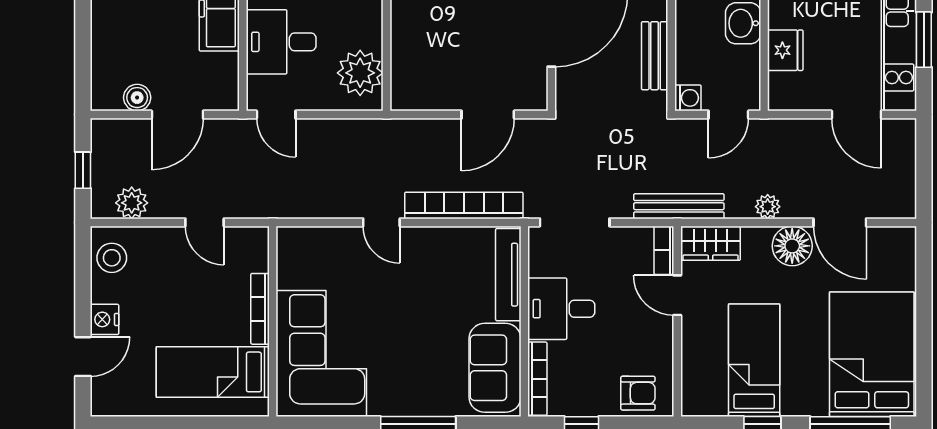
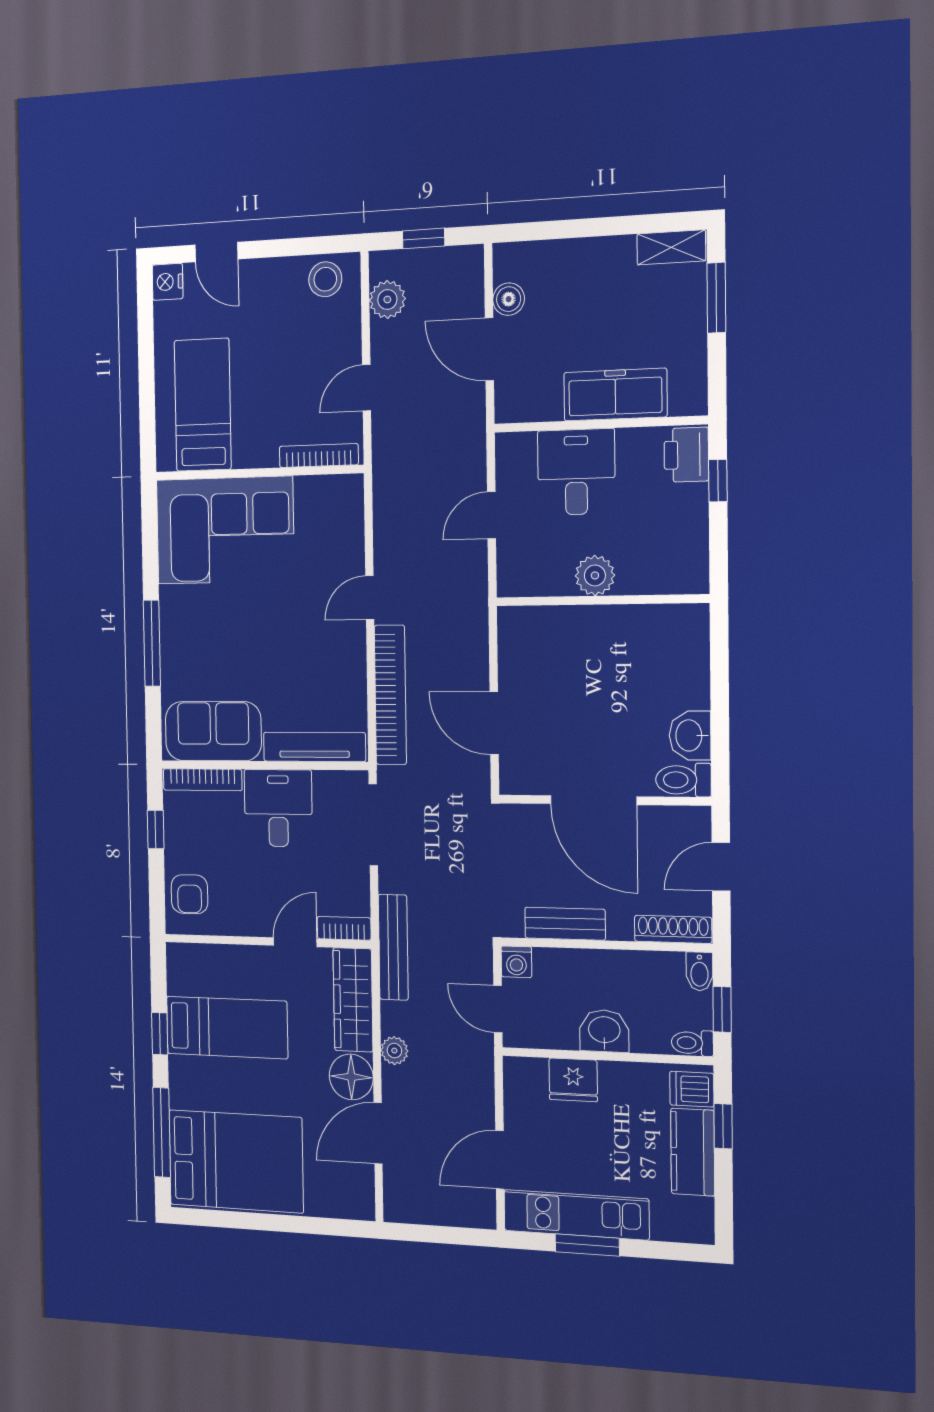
plant: (360, 73) -> (595, 575), moved, width x0.73, depth x0.73
door: (276, 115) -> (492, 515), moved
wardrobe: (711, 243) -> (353, 1000), width x1.50
bookcase: (260, 309) -> (319, 455), moved
nightstand: (104, 319) -> (168, 282), moved, turned -90

